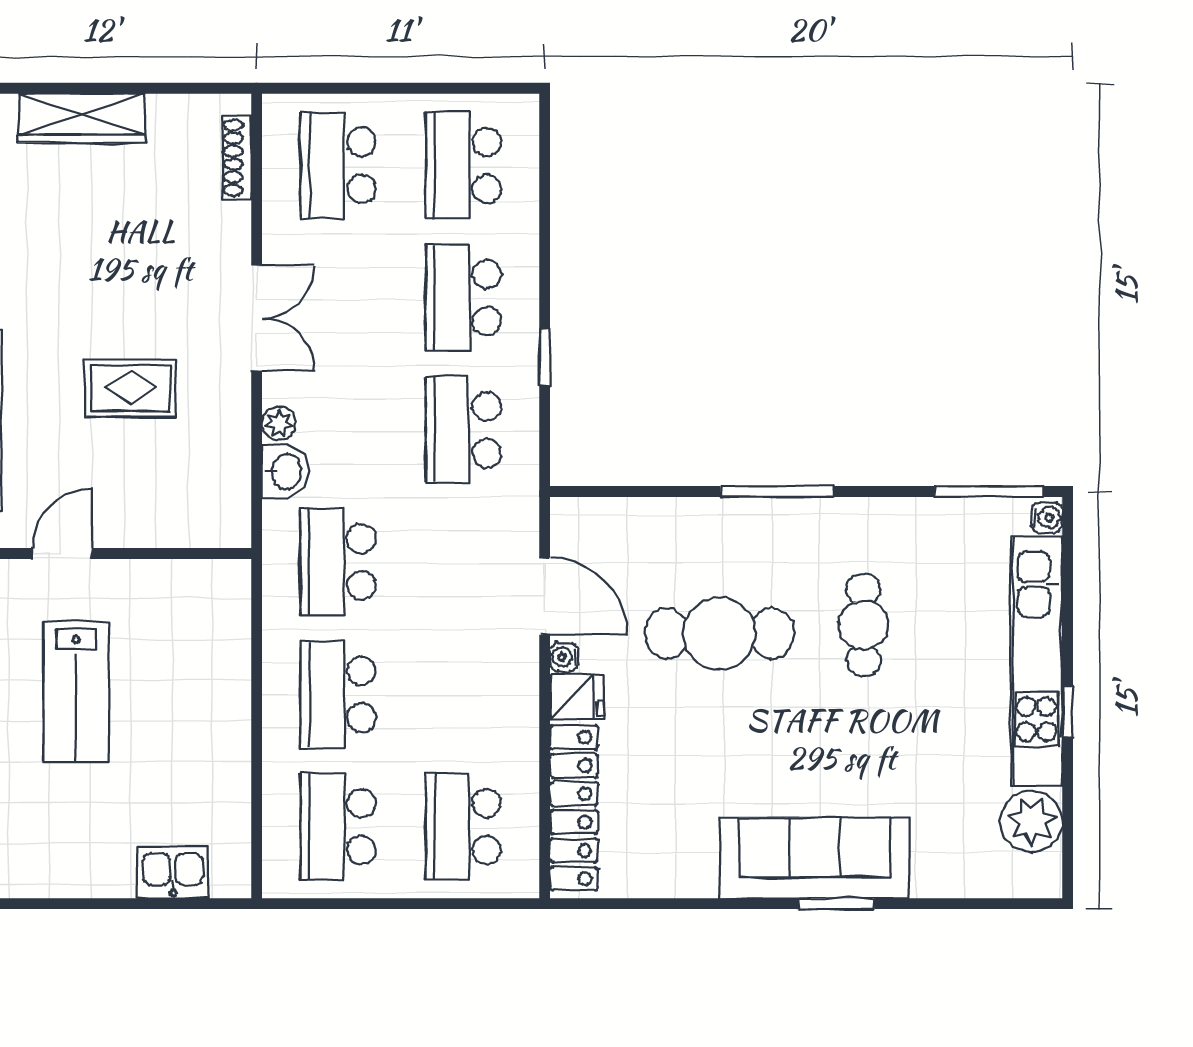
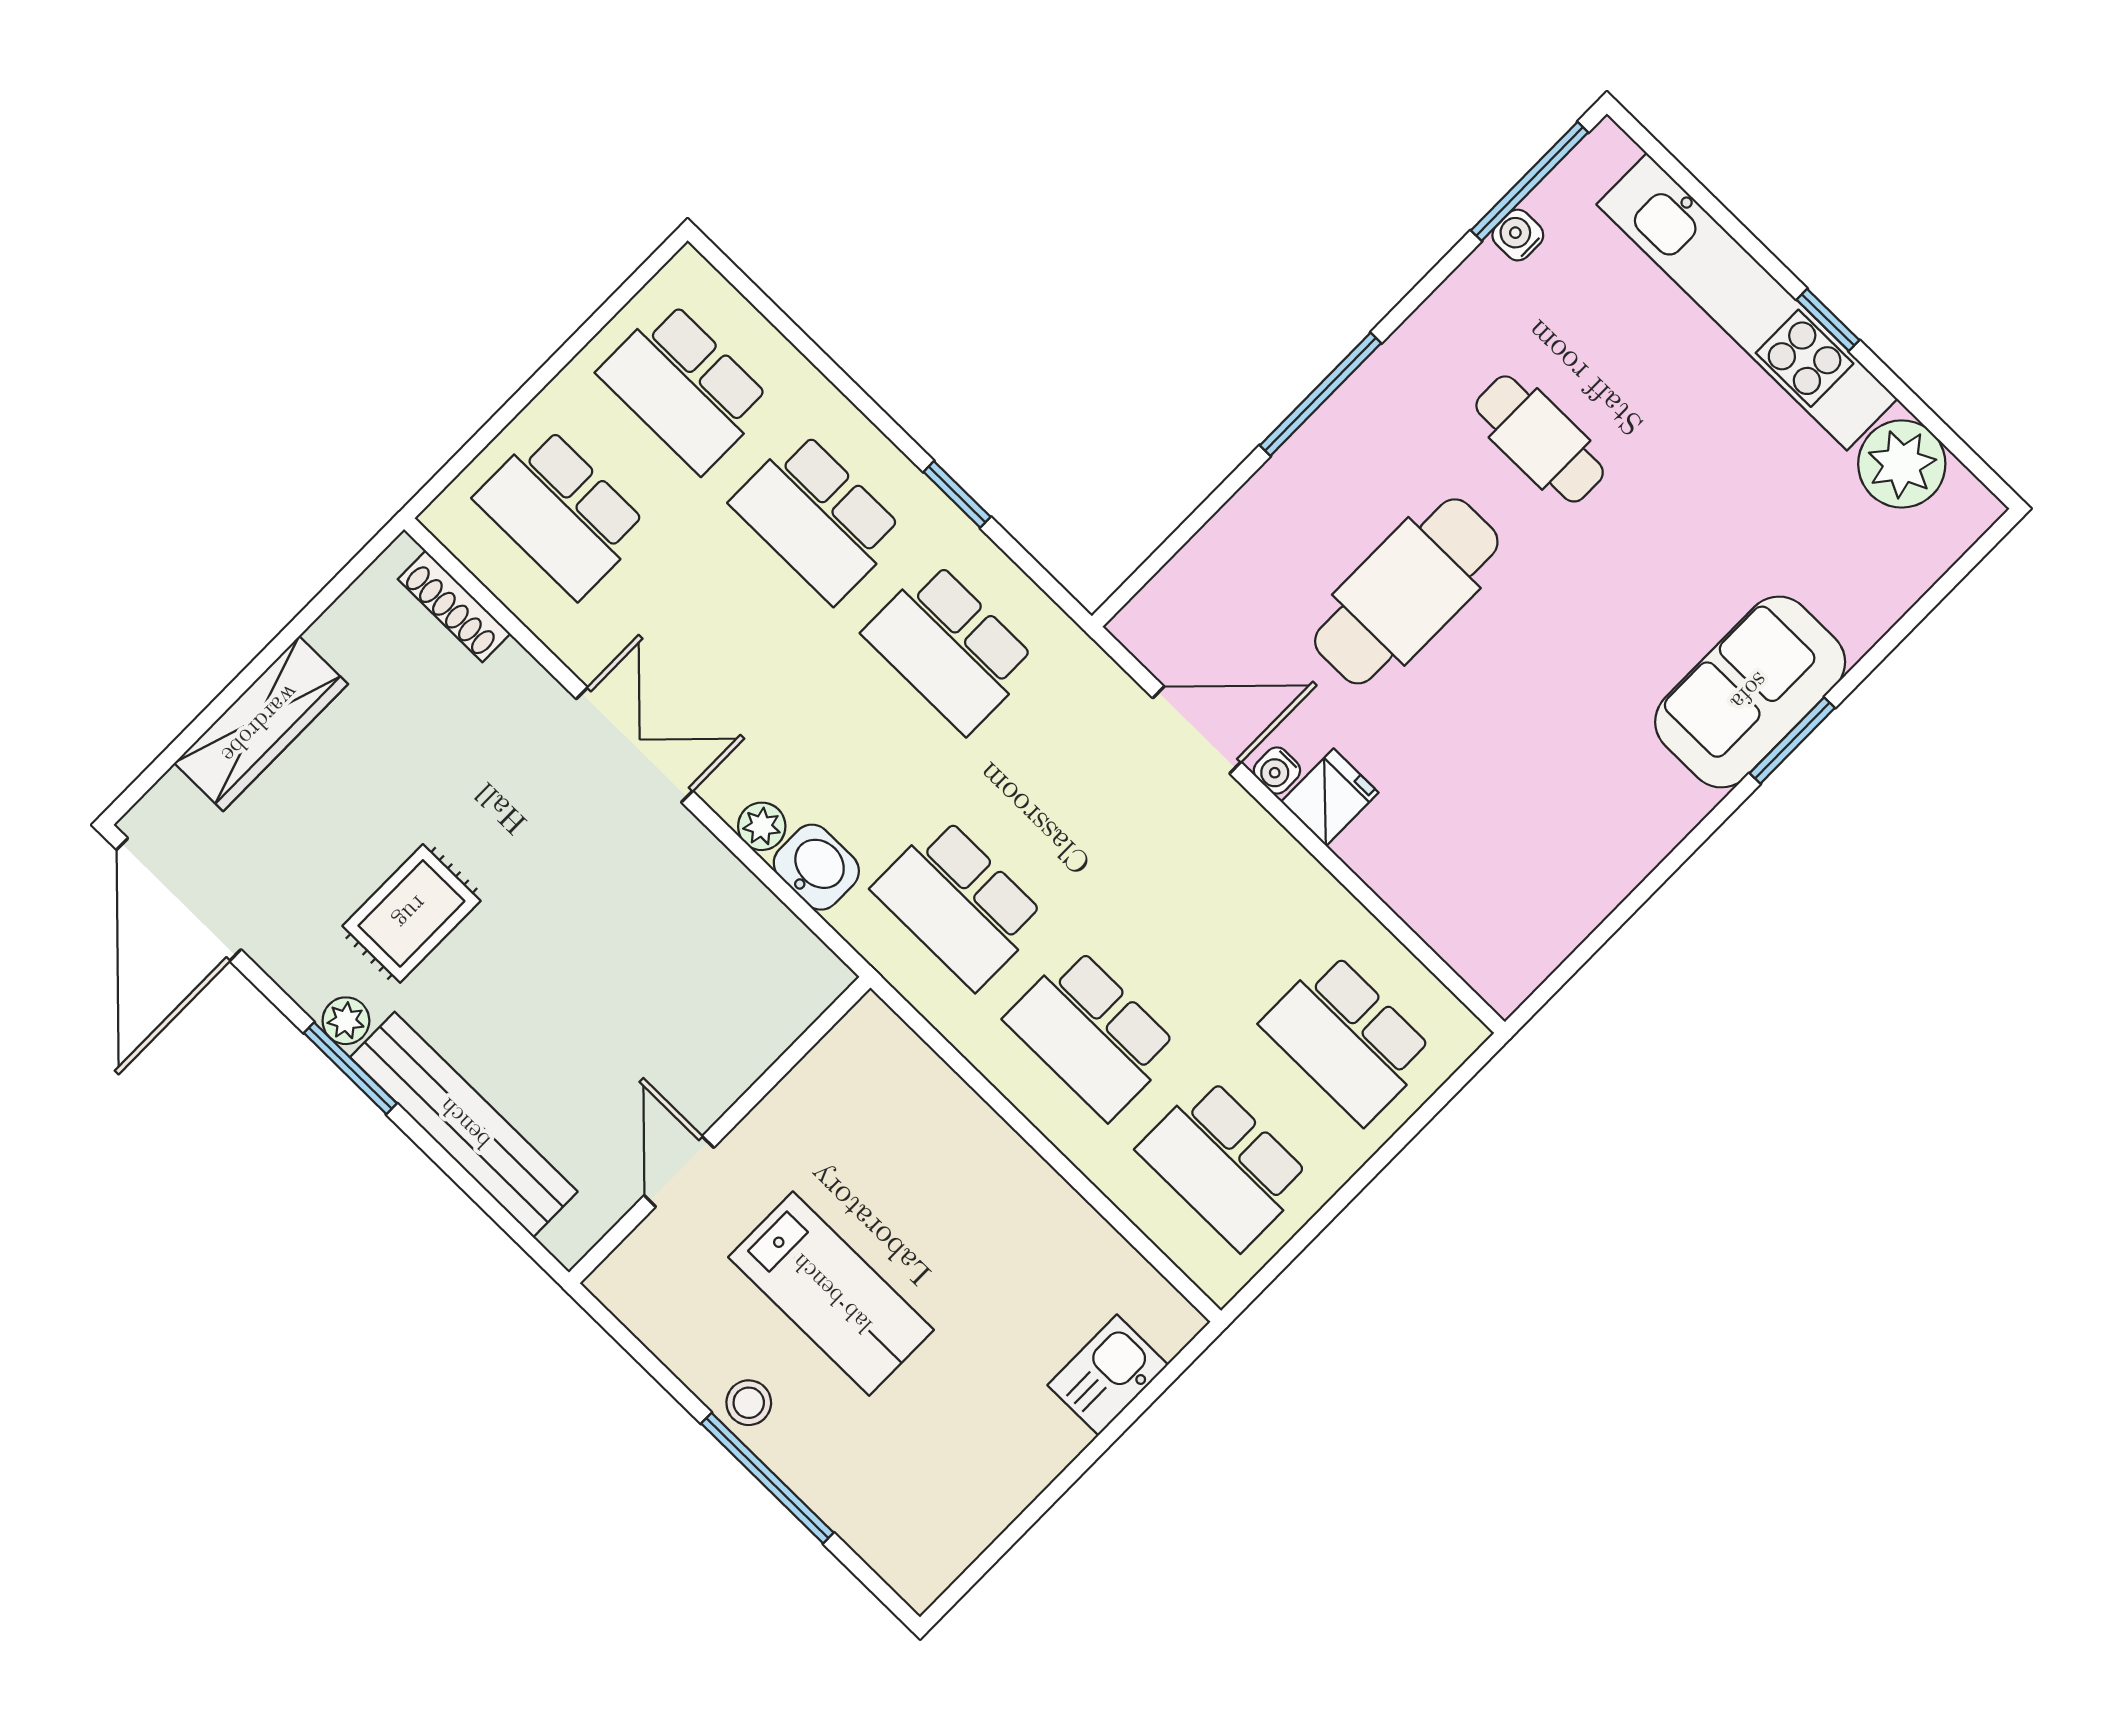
rug: (131, 388) -> (411, 913), moved
water cooler: (1047, 518) -> (1518, 235), moved, turned -90
locker: (574, 808) -> (1438, 909), removed
sofa: (815, 858) -> (1750, 692), width x0.73

